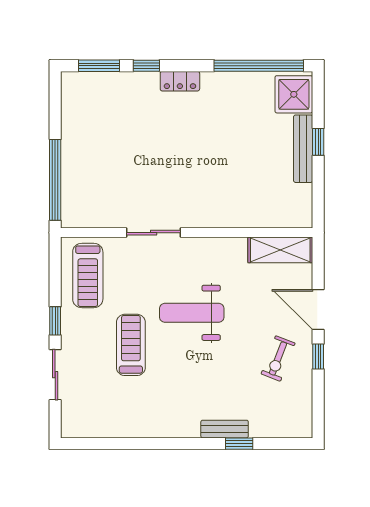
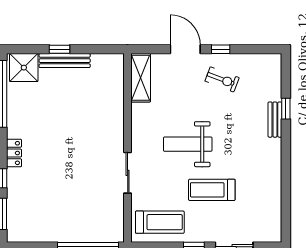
door: (318, 309) -> (185, 49), swing flipped
weight bench: (192, 313) -> (188, 144), turned 90

